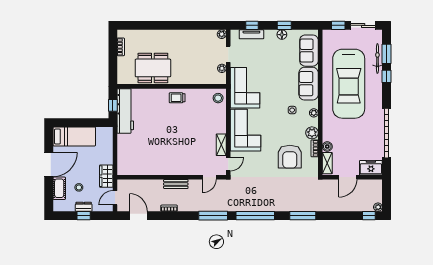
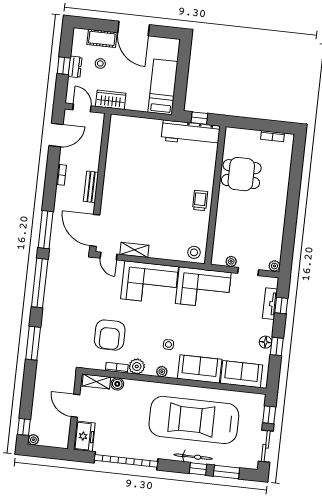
bicycle: (377, 59) -> (193, 457), moved
dining table: (153, 68) -> (241, 174), width x0.73
bed: (74, 137) -> (163, 87), moved, turned 180
armchair: (290, 157) -> (110, 335), turned -90
door: (209, 177) -> (95, 230), width x1.88

